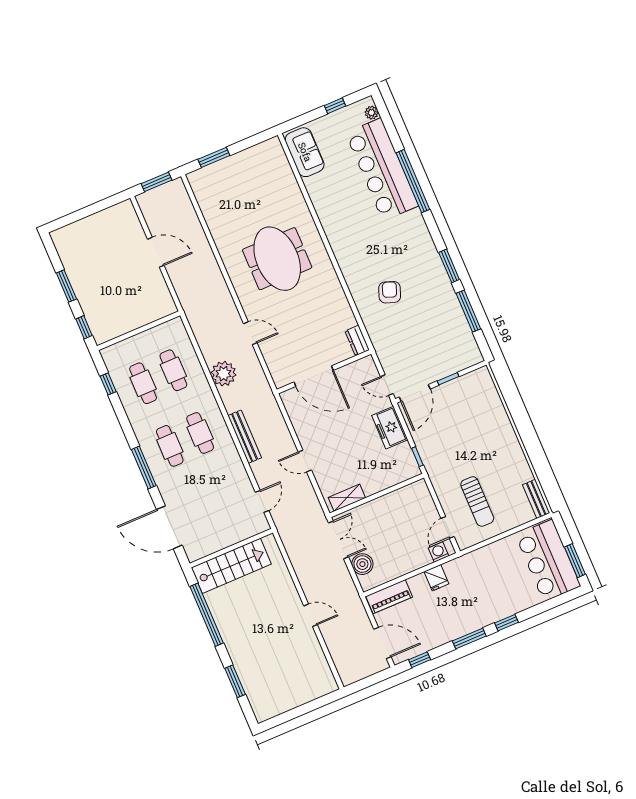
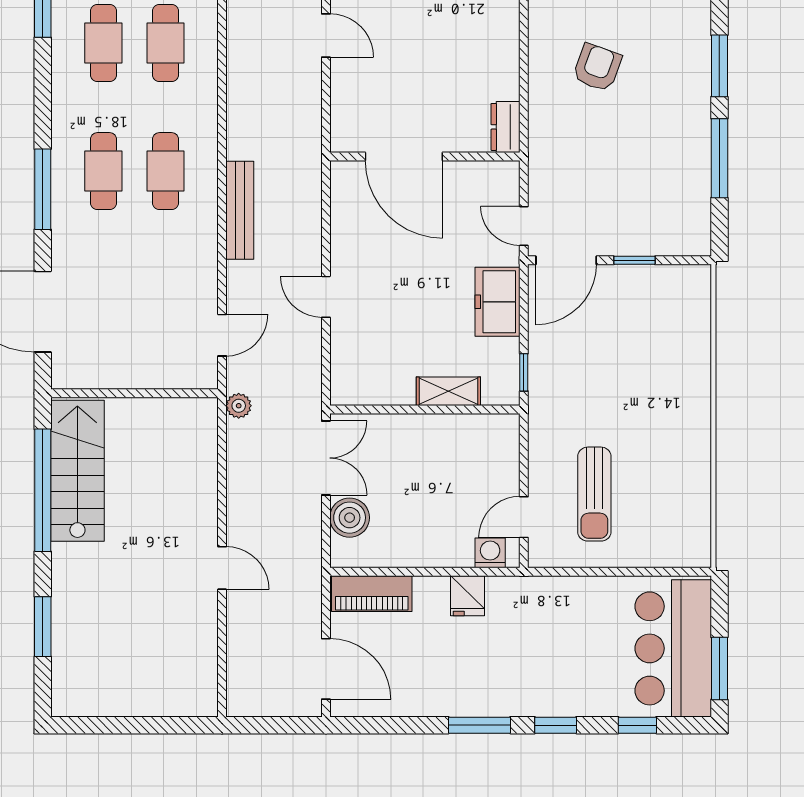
plant: (224, 374) -> (239, 406), moved, width x0.53, depth x0.53
shelving: (347, 498) -> (448, 391), moved
bench: (536, 499) -> (698, 533), removed
stairs: (231, 566) -> (77, 471), moved, turned -90
window: (420, 660) -> (637, 725), moved

